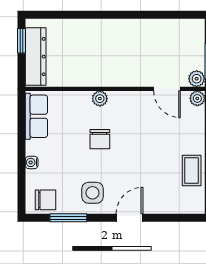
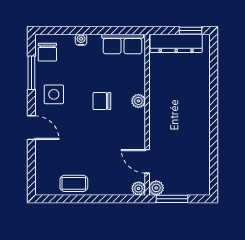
door: (167, 89) -> (147, 161), hinge flipped

